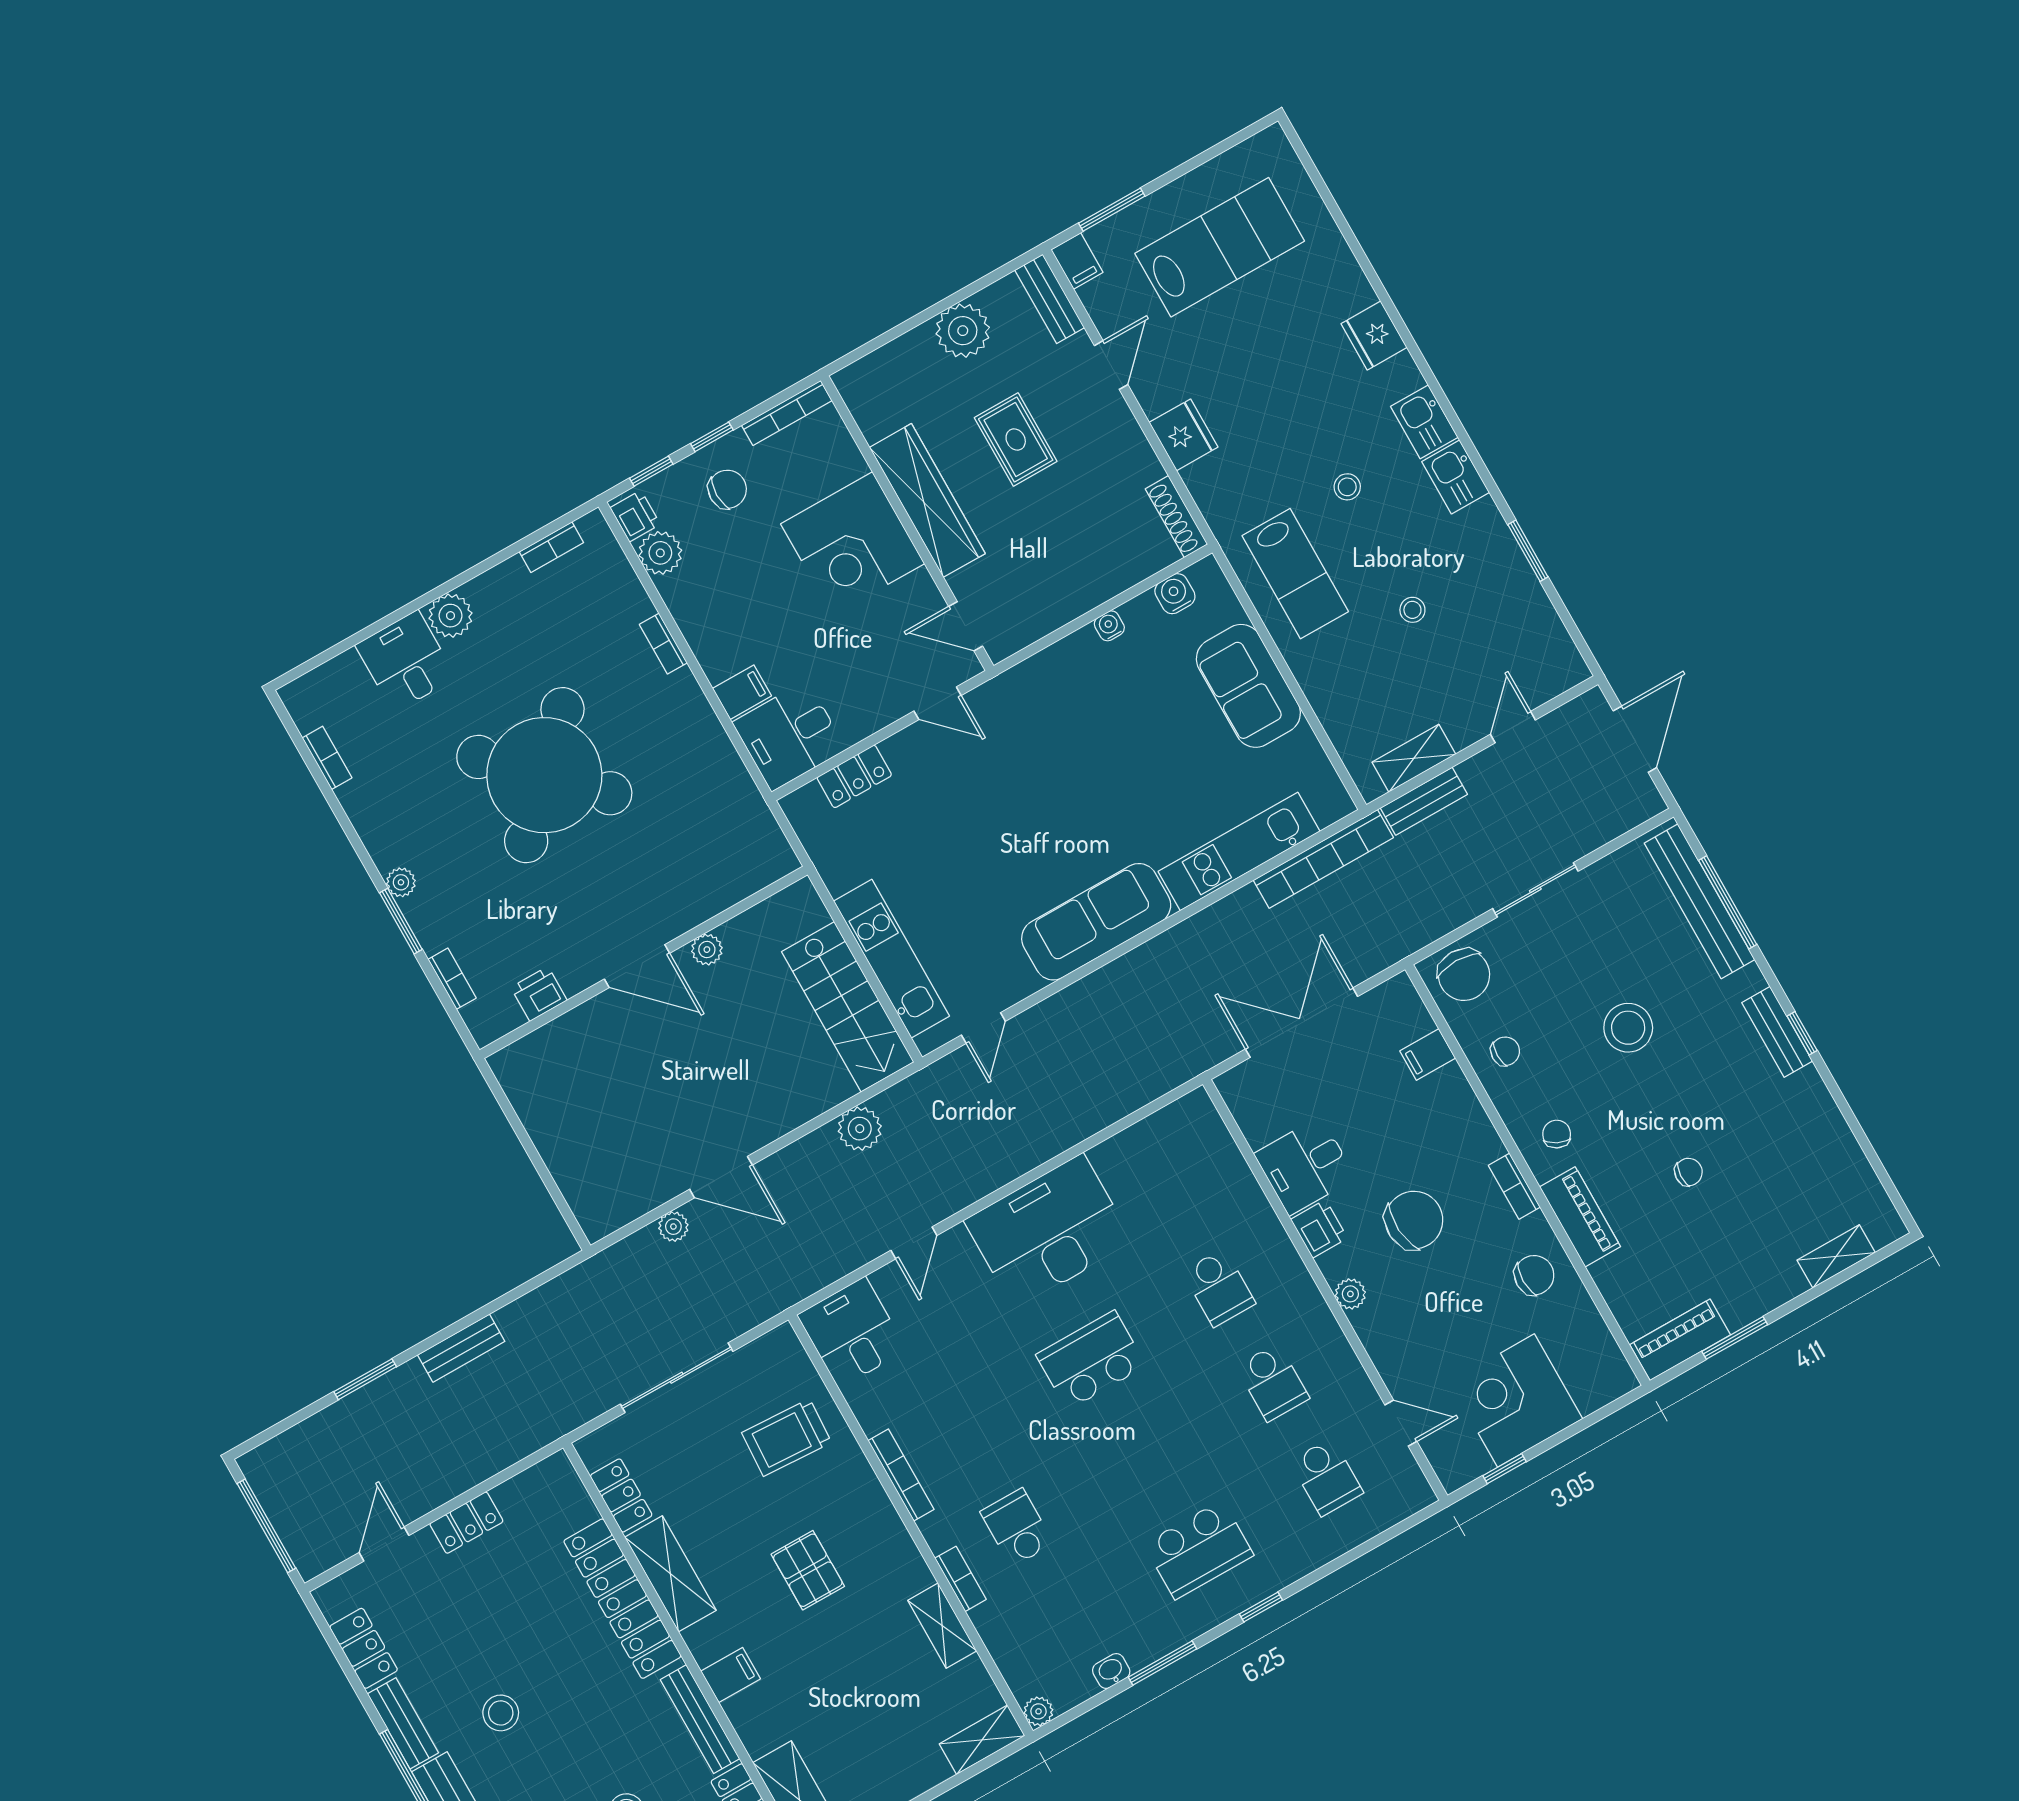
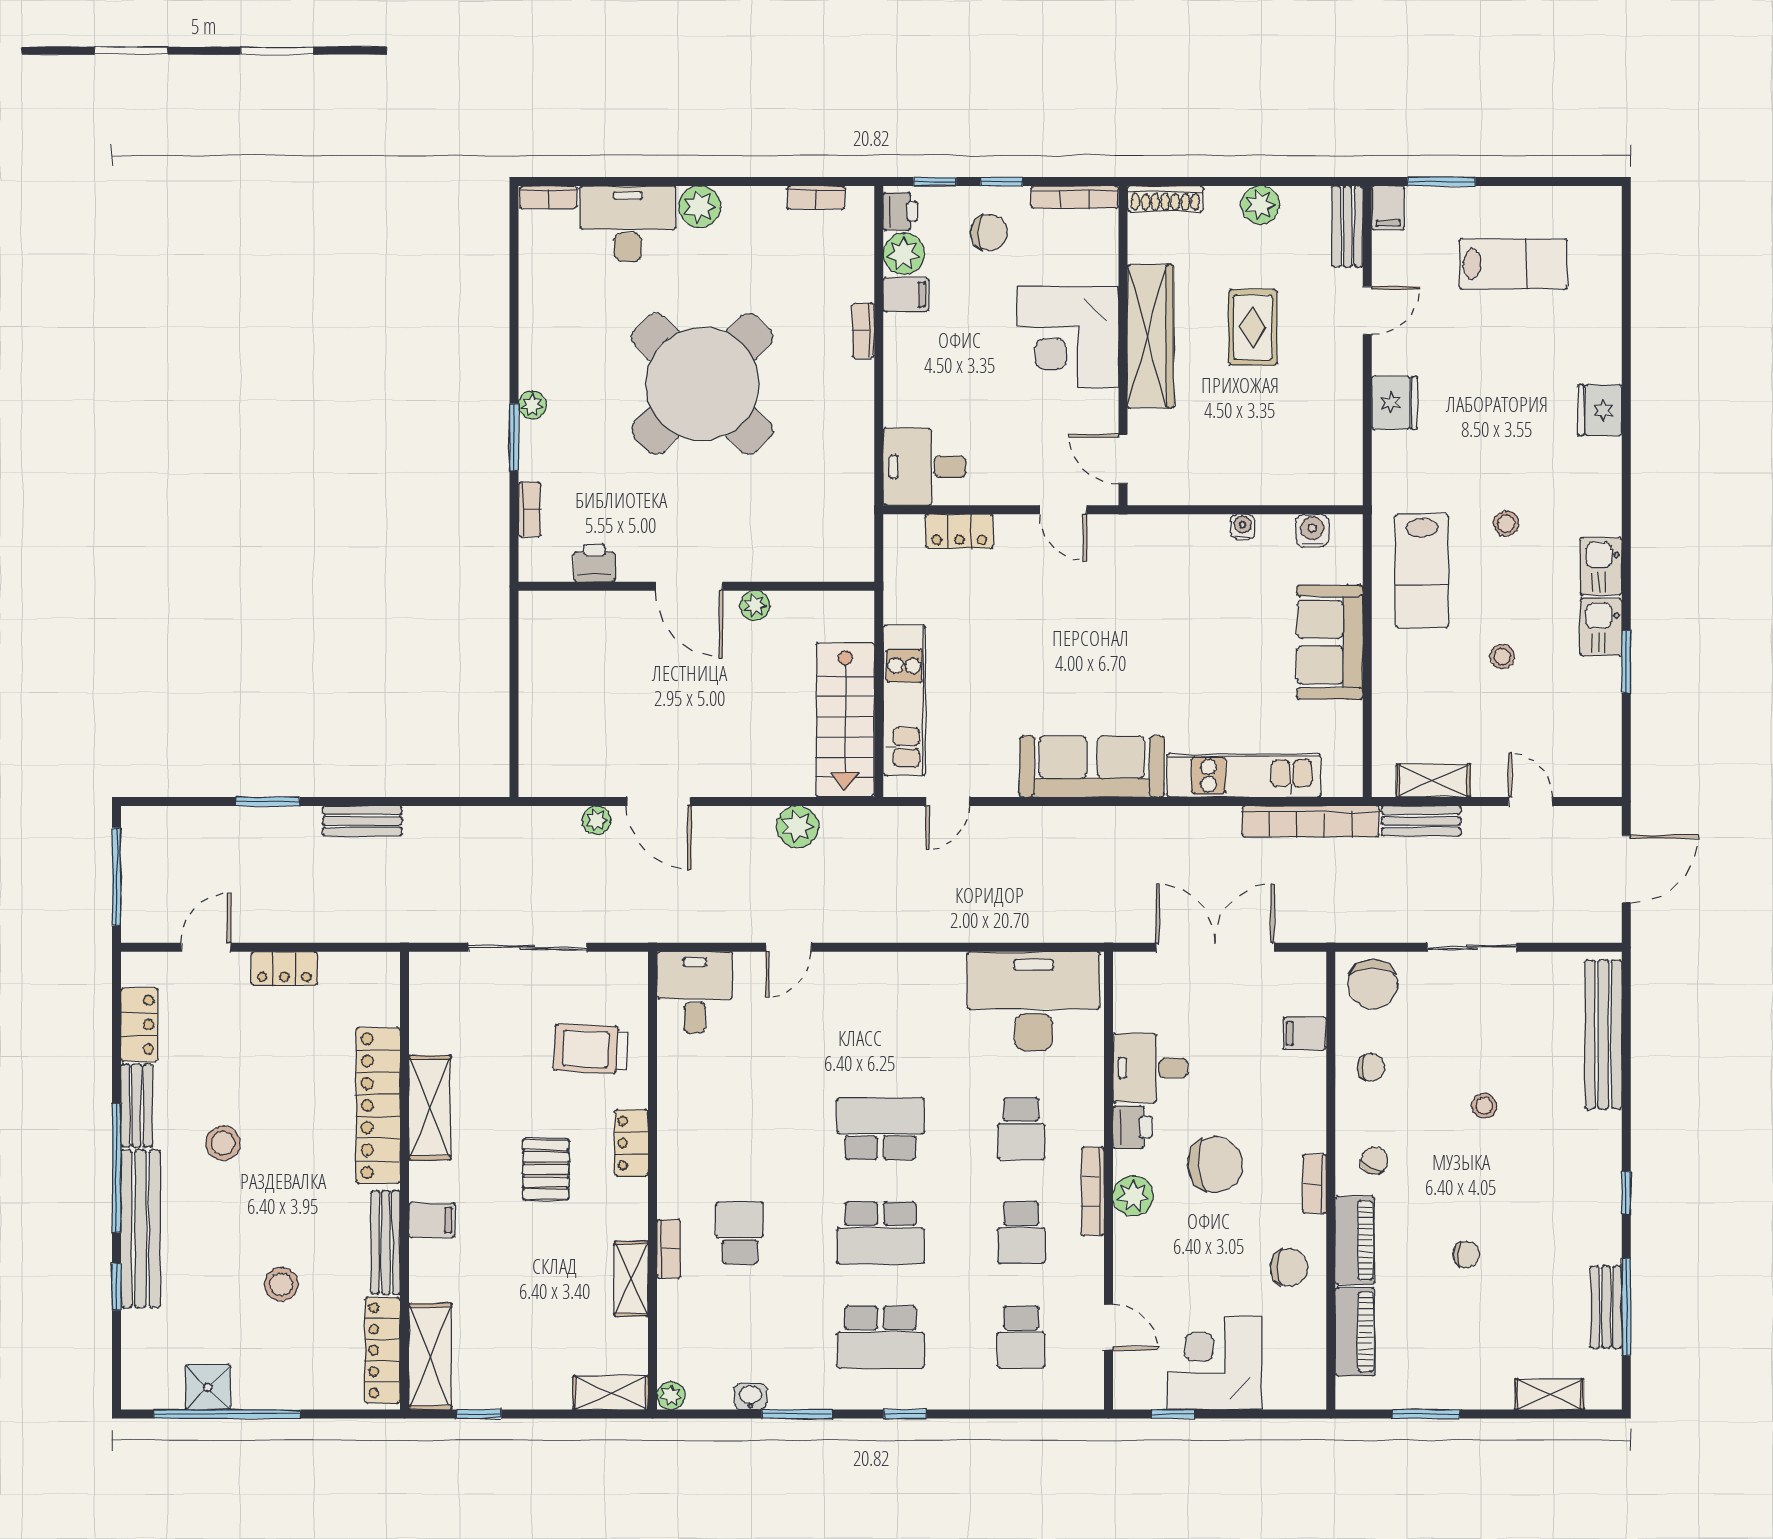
lab bench: (1220, 247) -> (1513, 264), width x0.73, depth x0.72
plant: (963, 331) -> (1260, 205), width x0.73, depth x0.73
kitchen sink: (1424, 422) -> (1601, 627), moved
shoe rack: (1176, 517) -> (1165, 199), moved, turned -90
desk: (406, 661) -> (628, 224), width x1.37
filing cabinet: (742, 692) -> (906, 294), moved
door: (1513, 727) -> (1530, 801), hinge flipped
bookcase: (327, 758) -> (548, 197), moved, turned 90
window: (1728, 902) -> (1626, 1307), moved
stool: (1628, 1028) -> (1484, 1106), width x0.53, depth x0.53
bench: (1777, 1032) -> (1606, 1307), moved
desk: (1049, 1231) -> (1034, 1001), moved
plant: (1350, 1294) -> (1133, 1196), width x1.38, depth x1.38
piano: (1680, 1340) -> (1355, 1332), moved, turned 90
school desk: (1145, 1455) -> (880, 1233), added
bookcase: (901, 1475) -> (1093, 1191), moved, turned 180
locker: (621, 1495) -> (631, 1143), moved, turned 180

